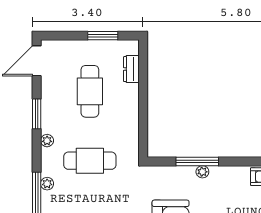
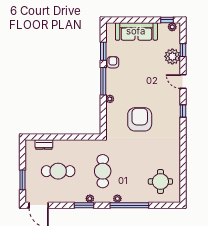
window: (103, 36) -> (22, 180), moved
window: (37, 114) -> (84, 205), moved
window: (197, 161) -> (103, 81), moved

